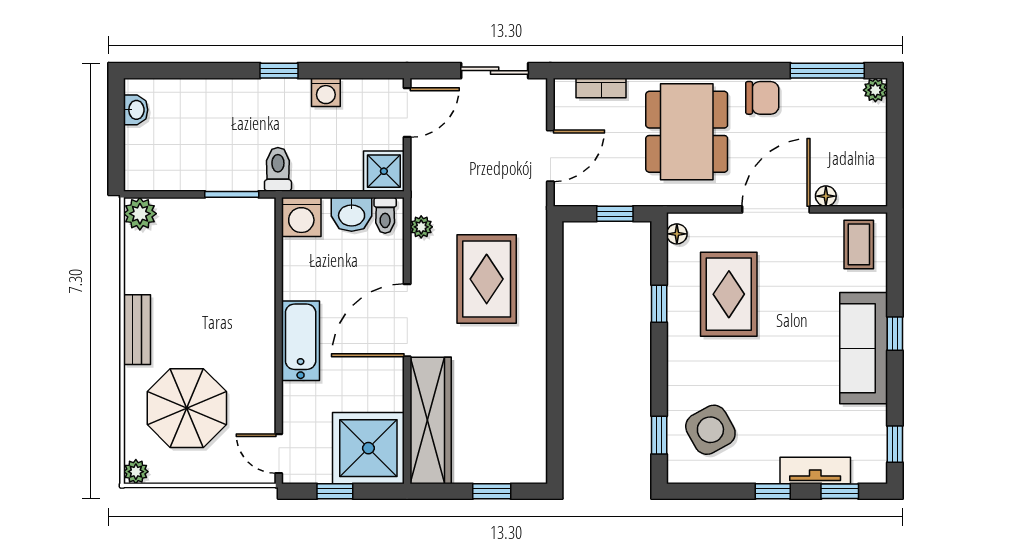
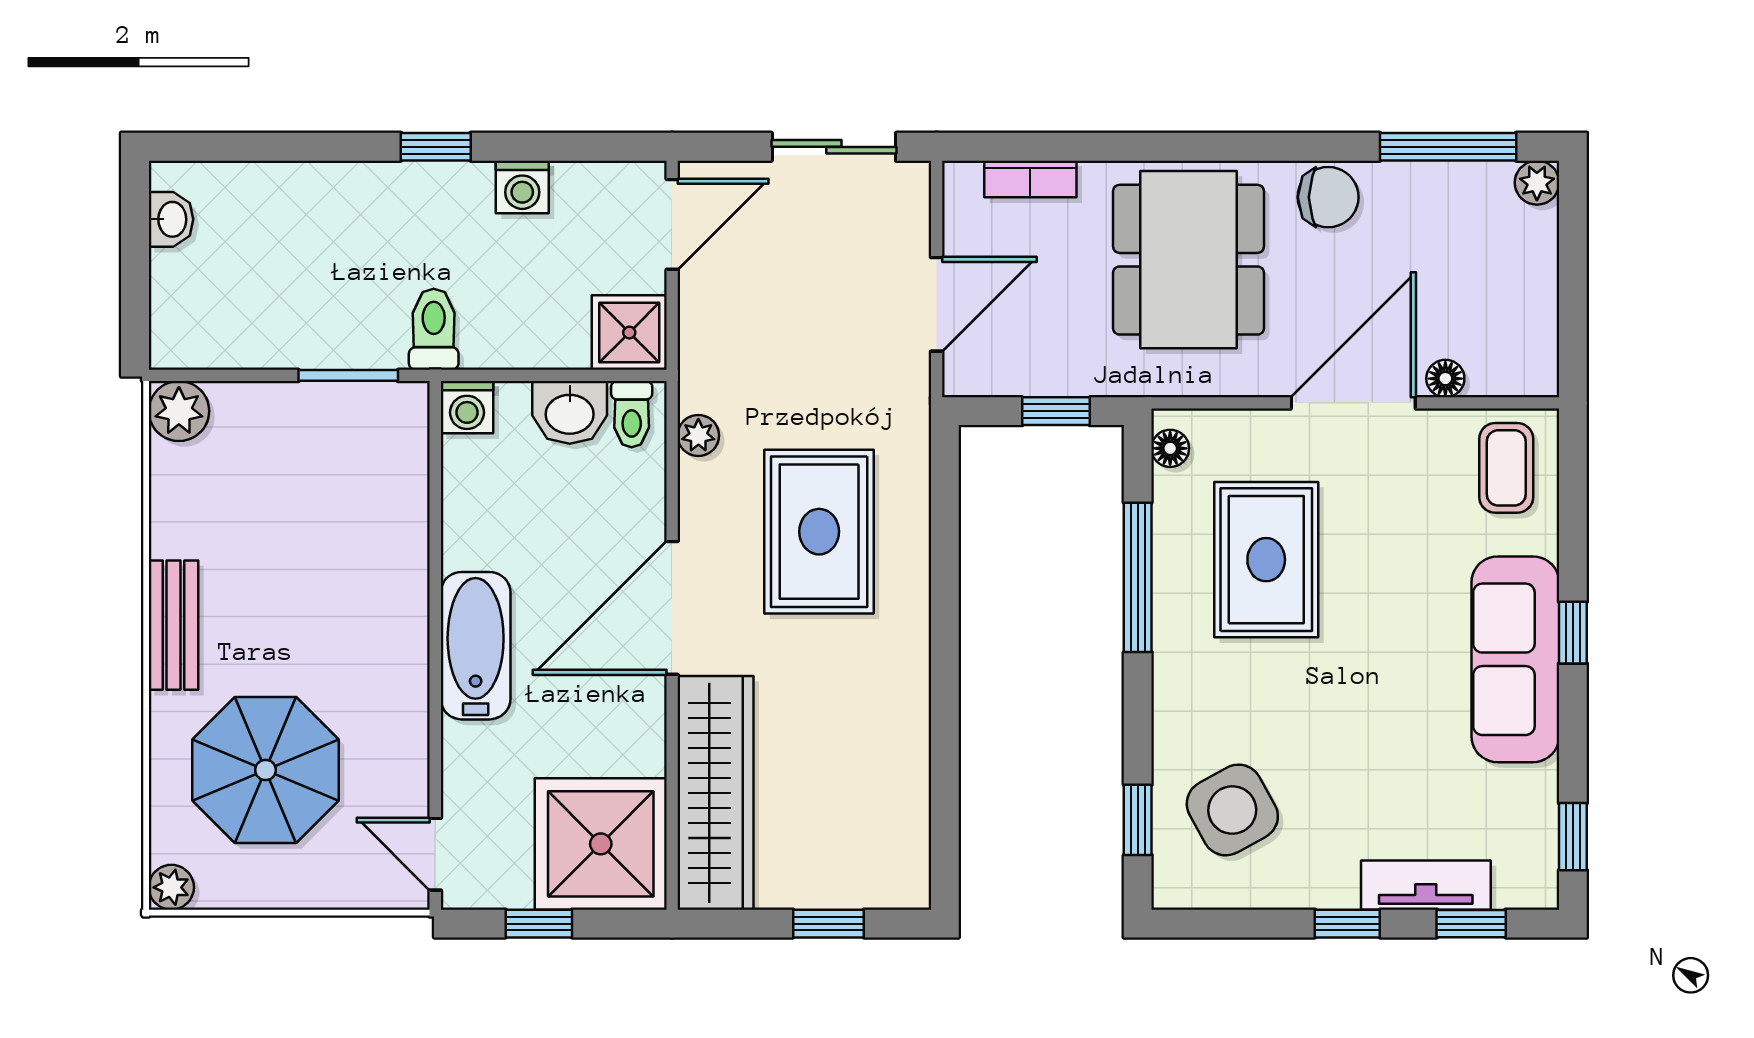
washing machine: (301, 217) -> (467, 407), width x0.73, depth x0.73
window: (659, 304) -> (1138, 577), width x2.17

